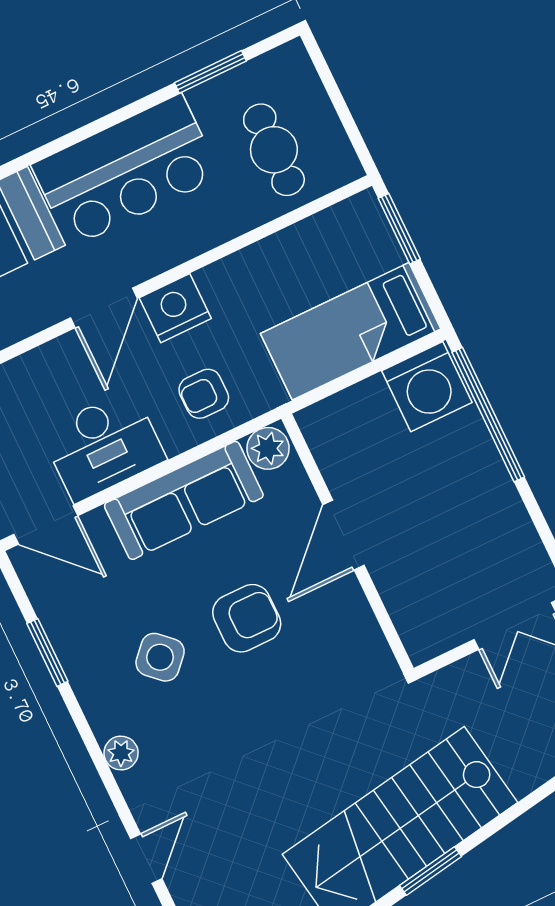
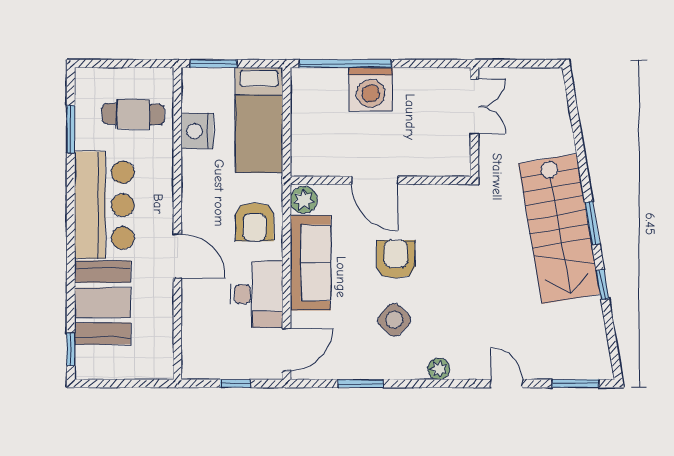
nightstand: (175, 308) -> (197, 131), moved
washing machine: (427, 387) -> (371, 89), moved, turned 90
armchair: (204, 394) -> (255, 222), width x1.38, depth x1.38

